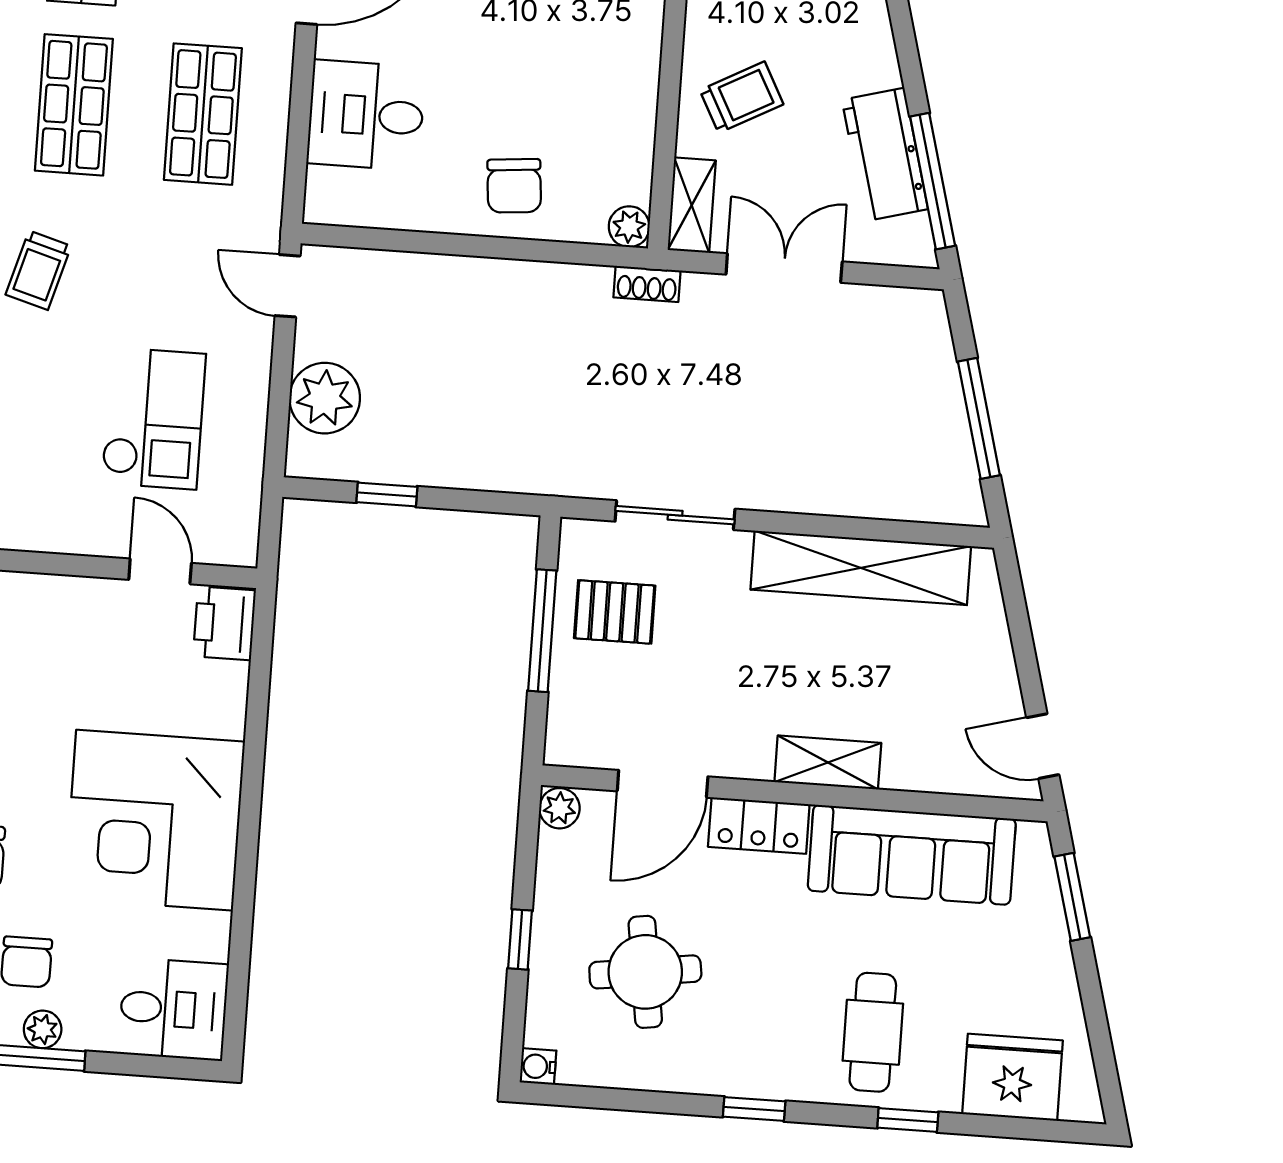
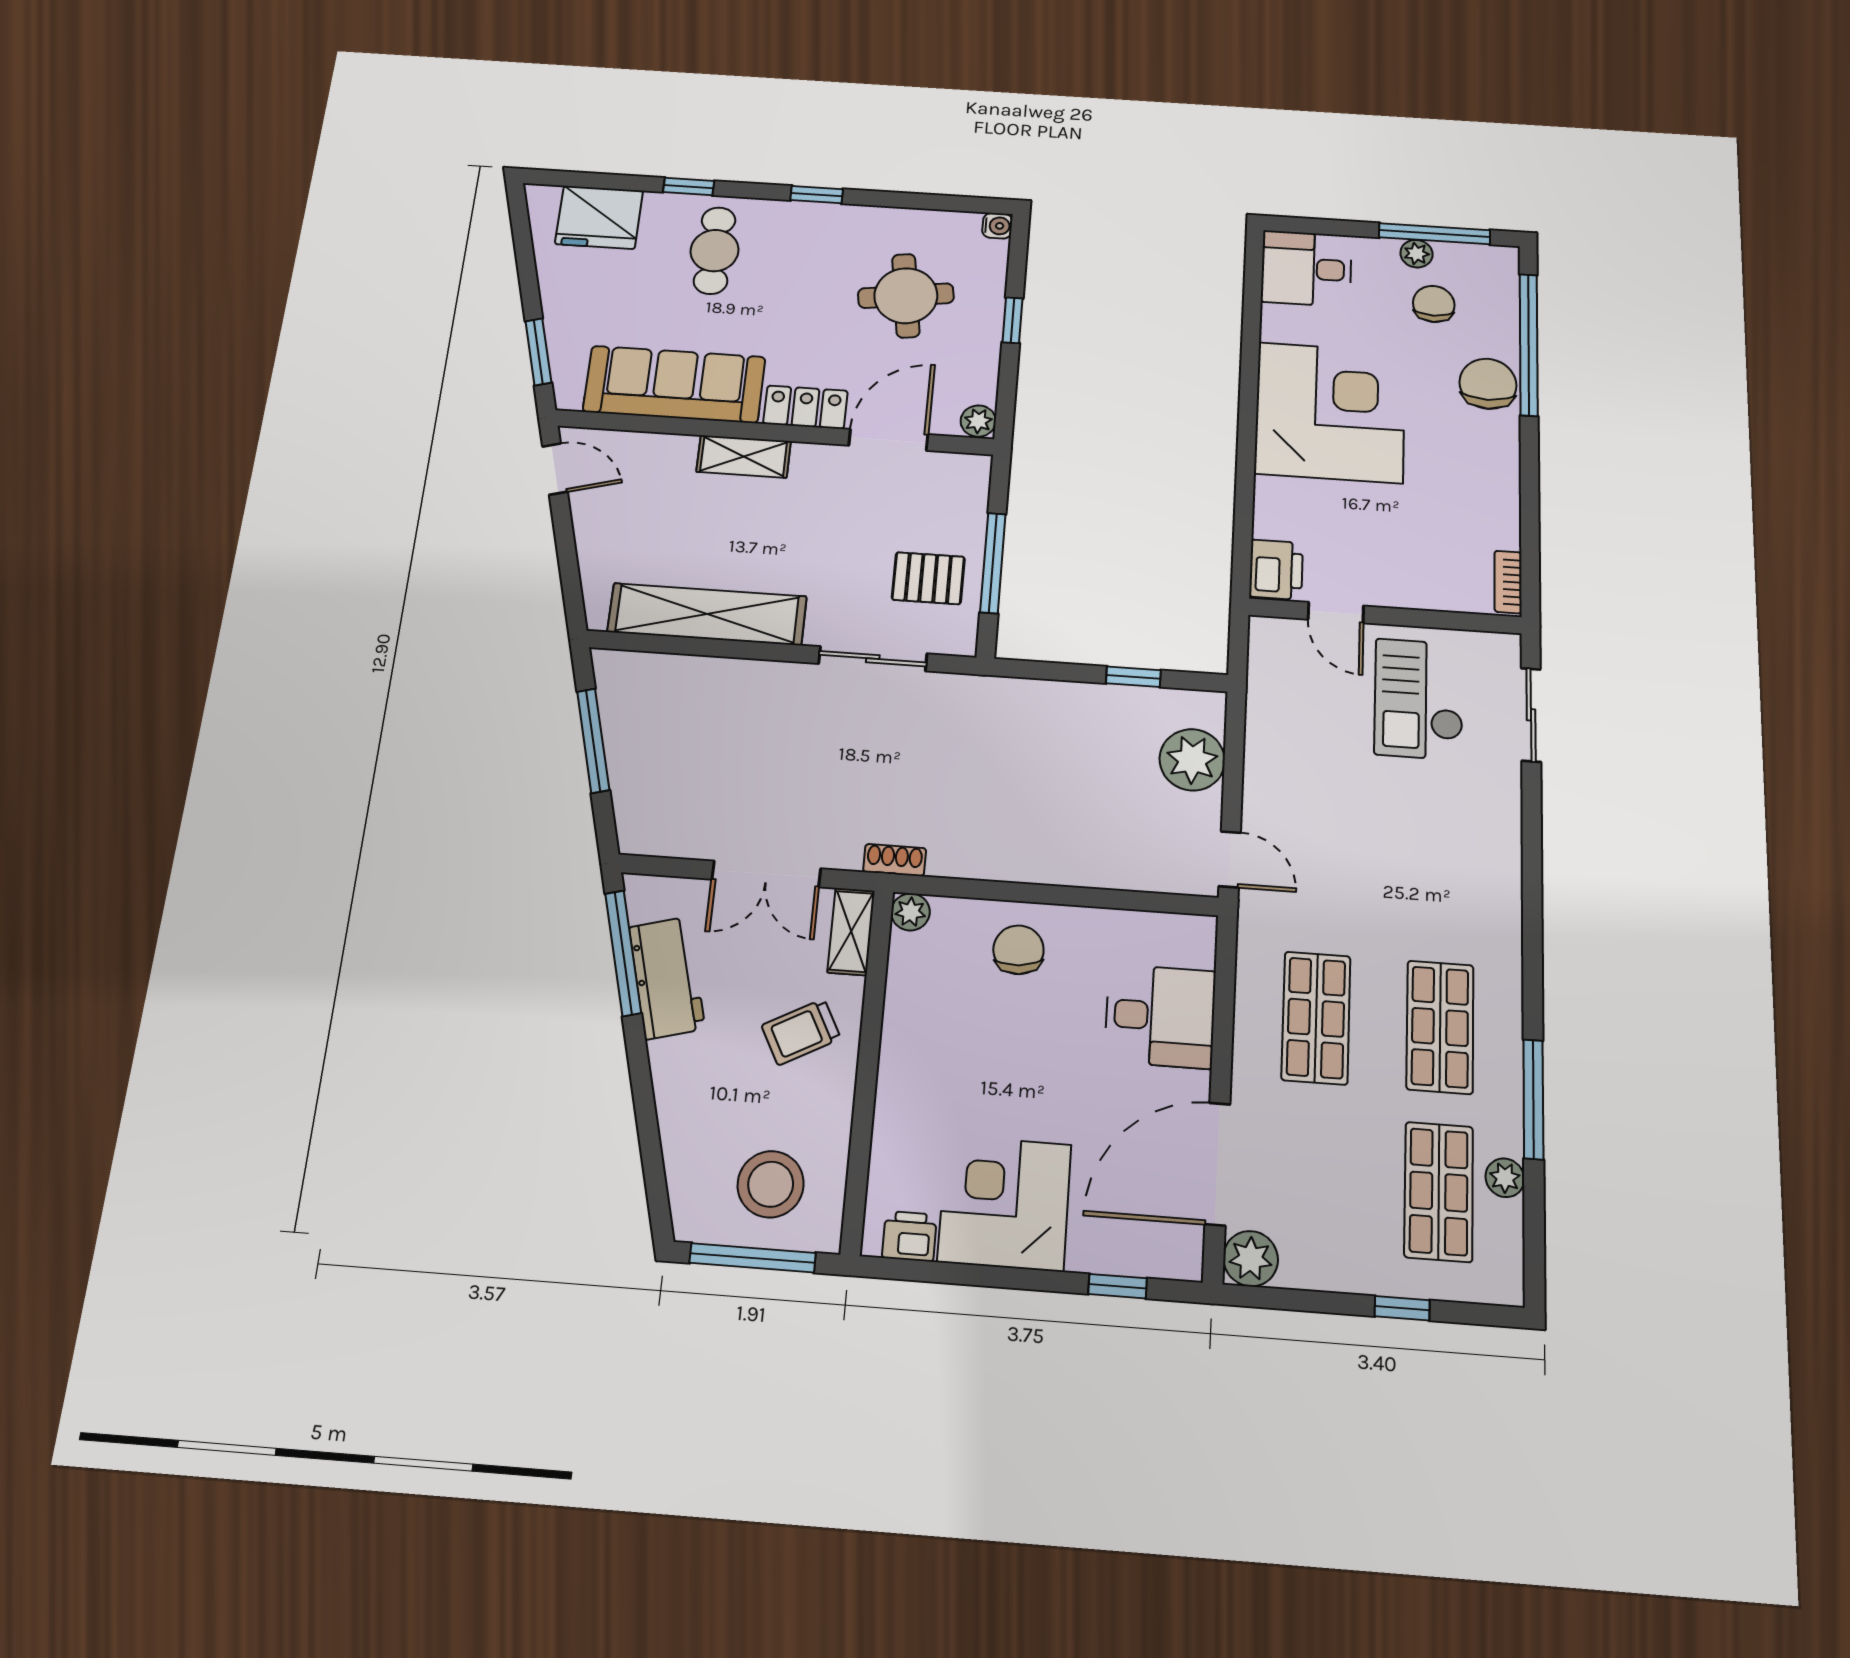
trolley: (38, 270) -> (1463, 874), removed
checkout: (154, 418) -> (1419, 699), moved

